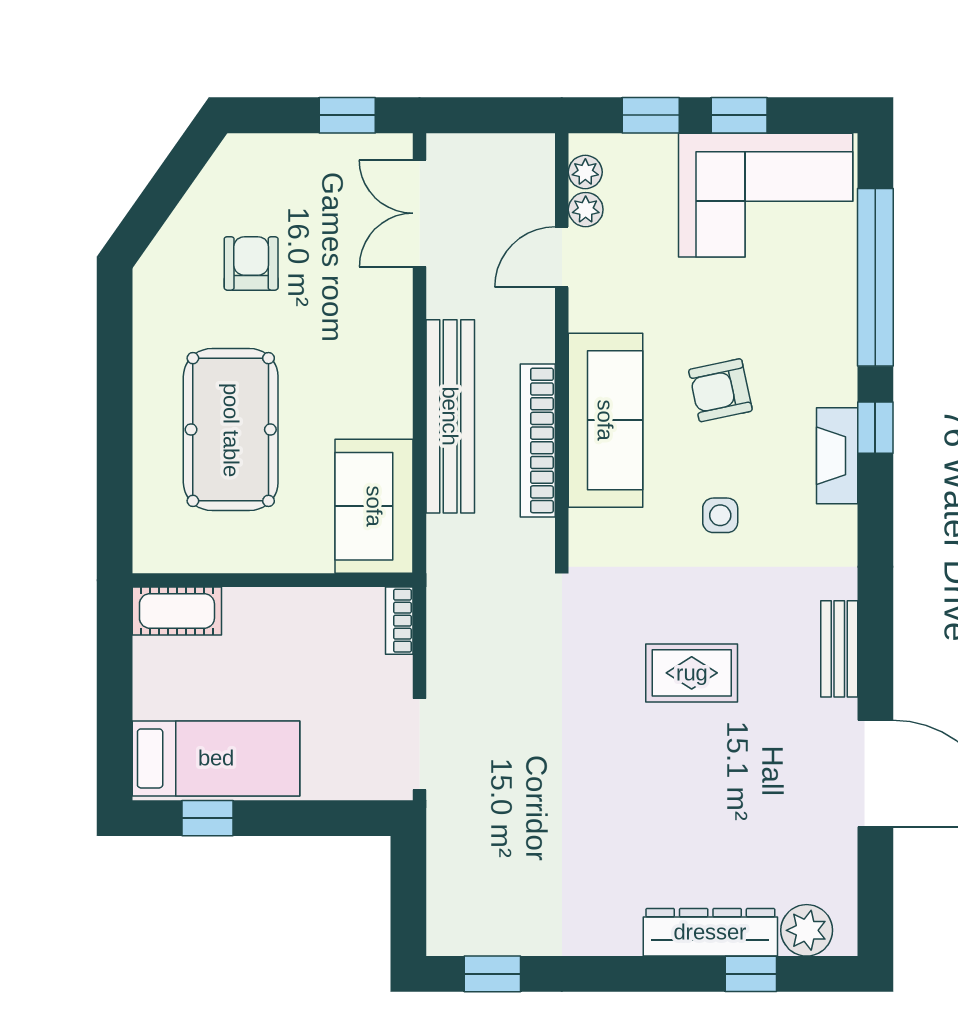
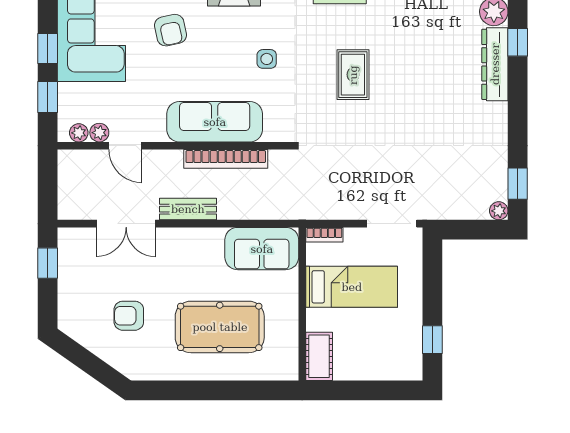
double door: (419, 213) -> (126, 224), moved
armchair: (720, 390) -> (170, 30), moved
bench: (450, 416) -> (188, 209), width x0.54, depth x0.82
bed: (216, 758) -> (352, 287), moved, turned 90
plant: (443, 939) -> (499, 211), added

